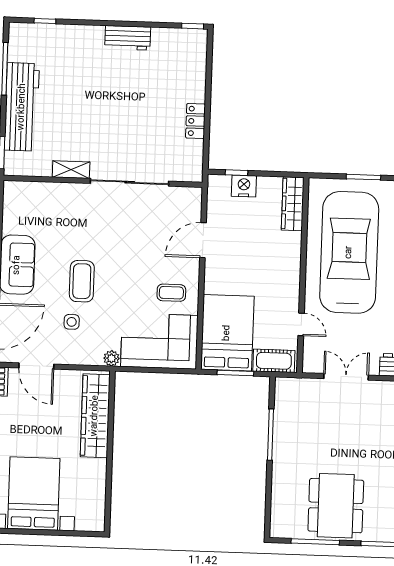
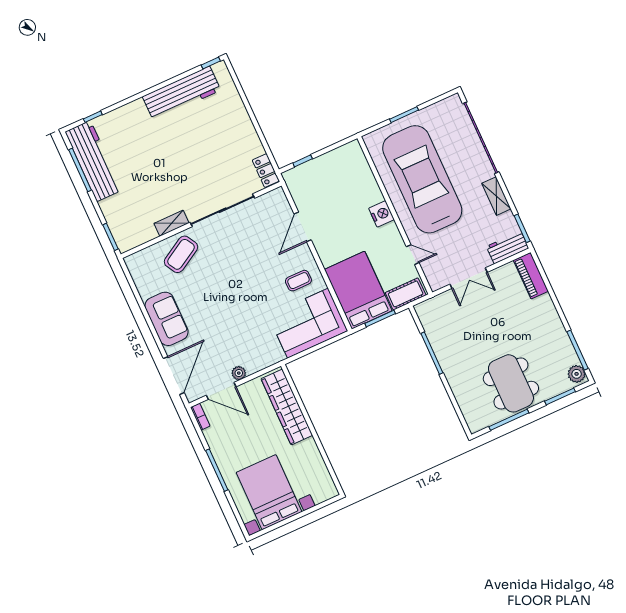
workbench: (128, 38) -> (182, 93), width x1.88, depth x1.32
workbench: (22, 107) -> (94, 161), moved
locker: (196, 121) -> (266, 171), moved
nightstand: (244, 186) -> (382, 214), moved, turned 90
wardrobe: (293, 204) -> (359, 163), removed
coffee table: (82, 281) -> (181, 254), moved, turned 60
side table: (72, 322) -> (232, 343), removed
plant: (111, 358) -> (239, 373), moved
double door: (346, 377) -> (469, 278), swing flipped

